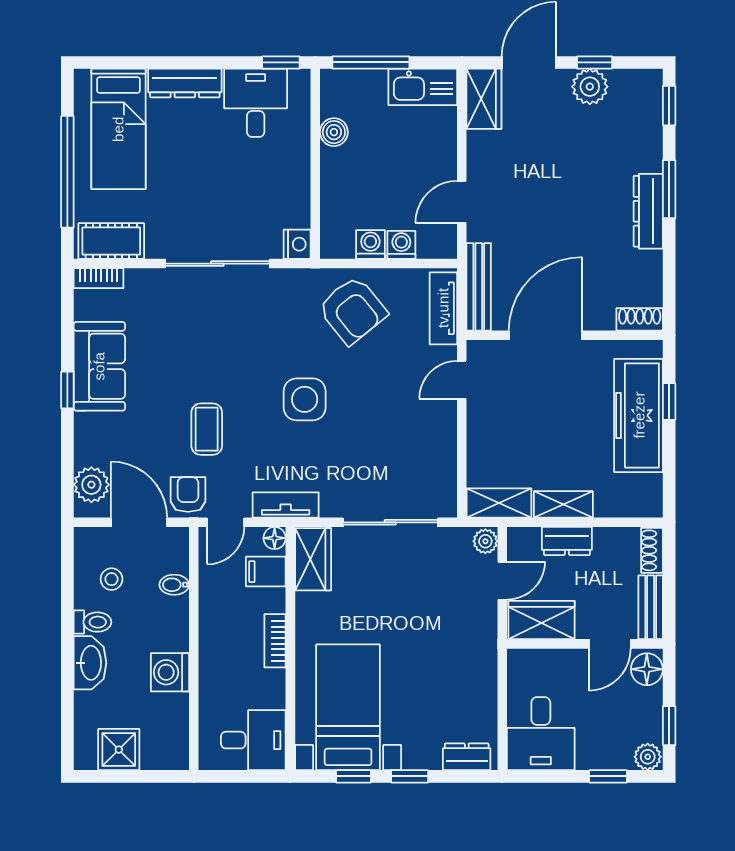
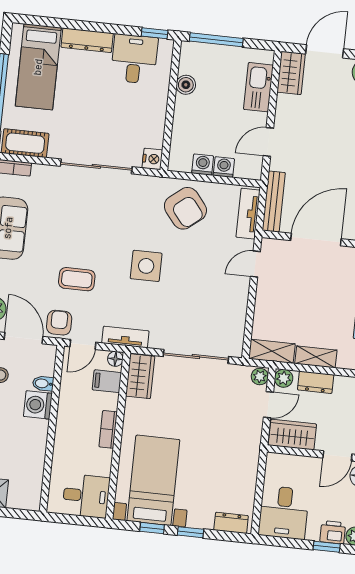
kitchen sink: (423, 87) -> (258, 87), moved, turned 90
coffee table: (207, 429) -> (77, 279), turned 90
plant: (520, 540) -> (284, 378), added
washing machine: (170, 672) -> (38, 405), moved
printer: (615, 754) -> (333, 532), added

